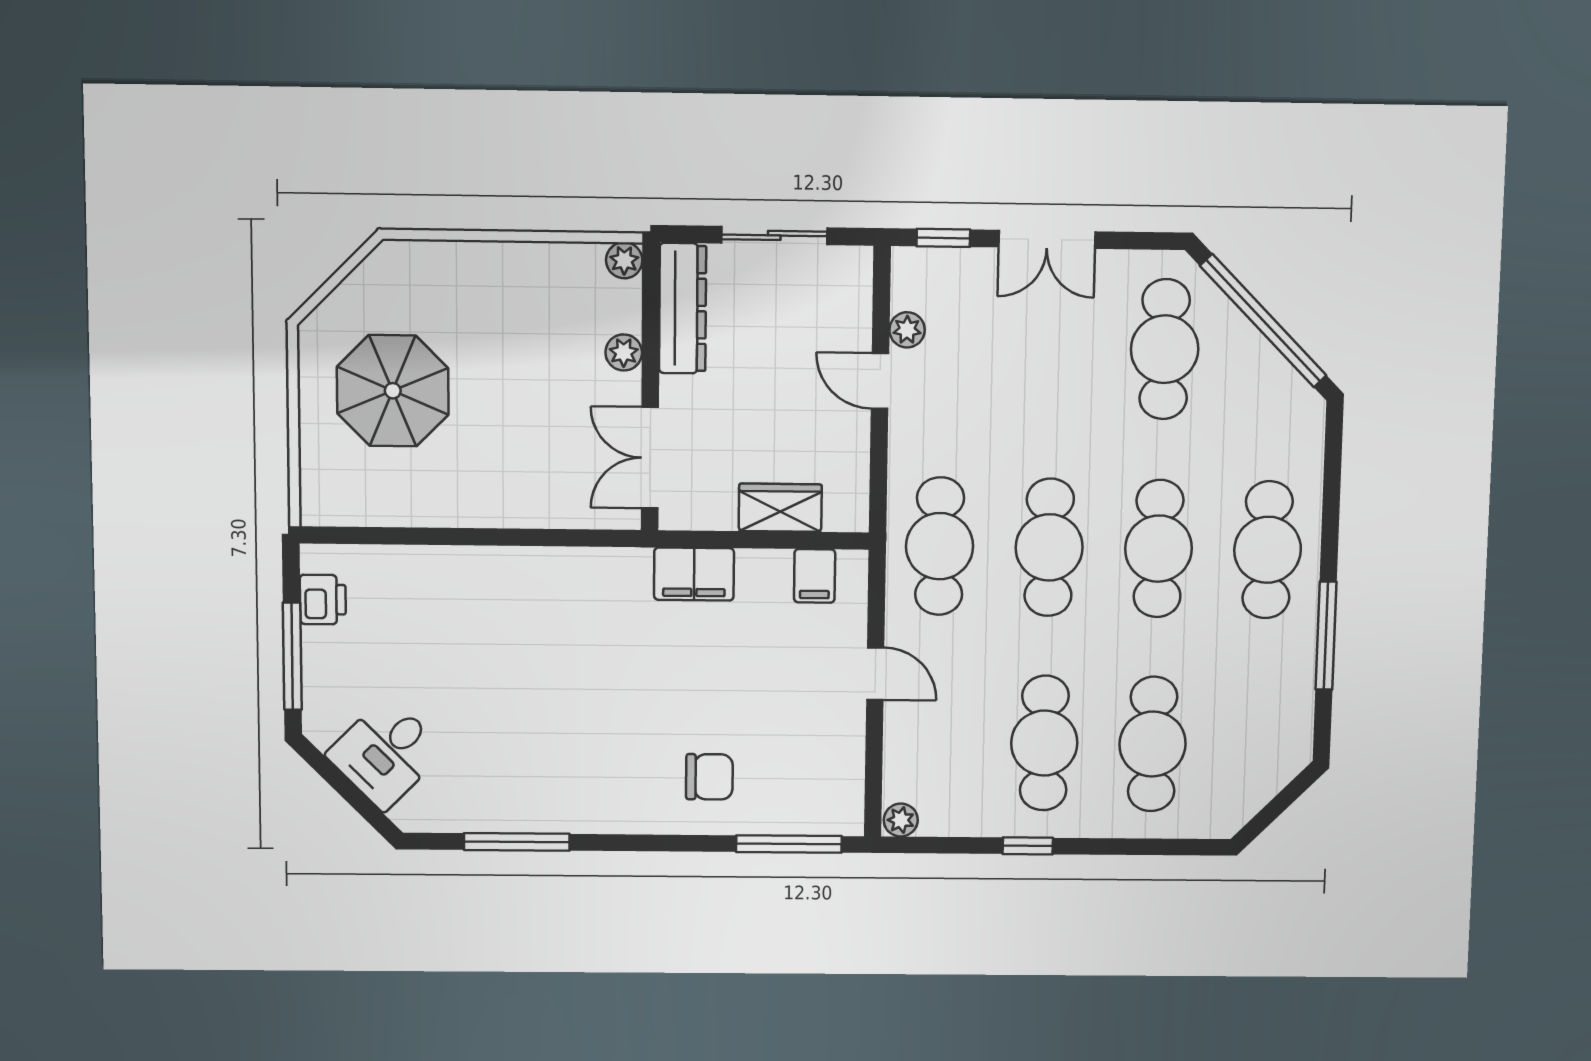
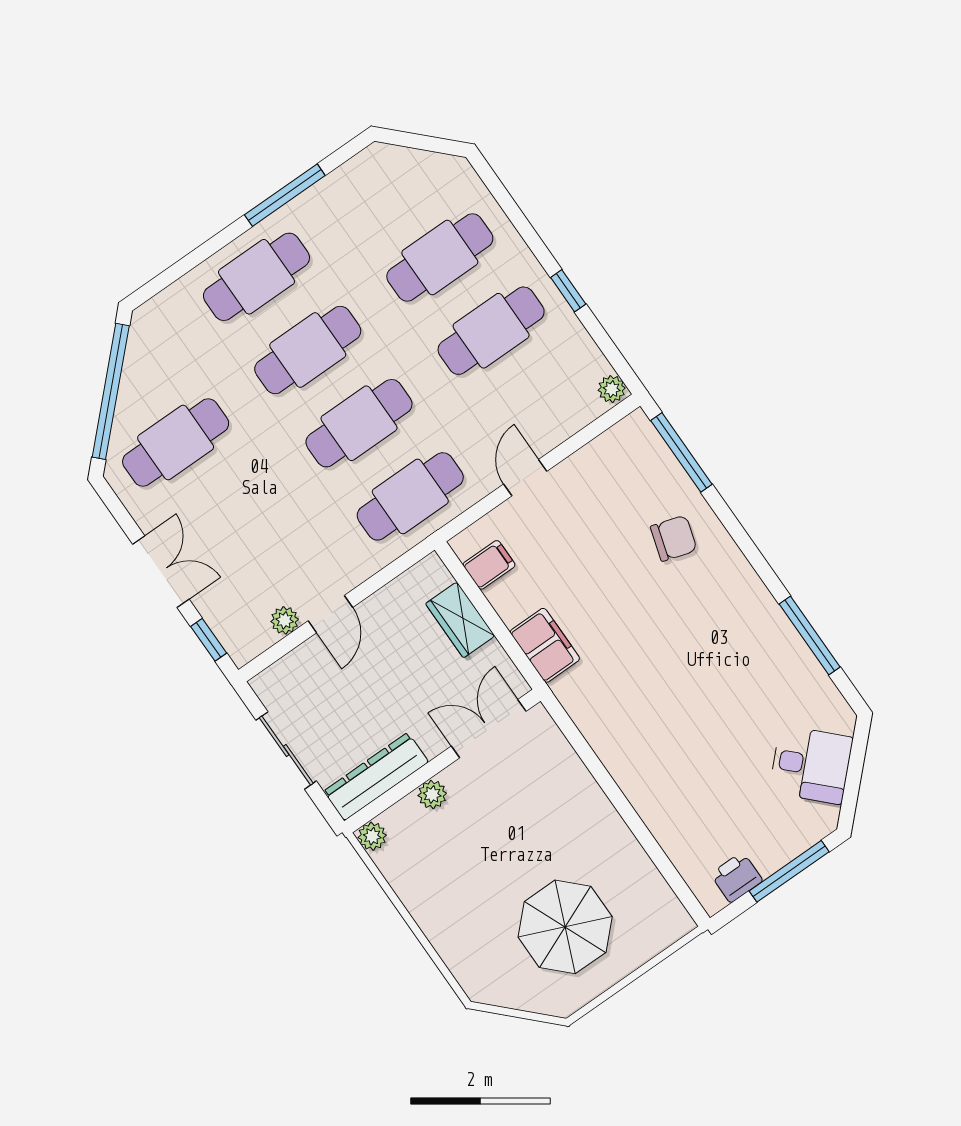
double door: (650, 458) -> (489, 729), swing flipped
chair: (709, 777) -> (674, 538), turned 107

